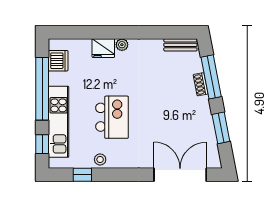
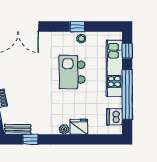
window: (165, 32) -> (30, 139), added
window: (82, 175) -> (77, 26), moved

